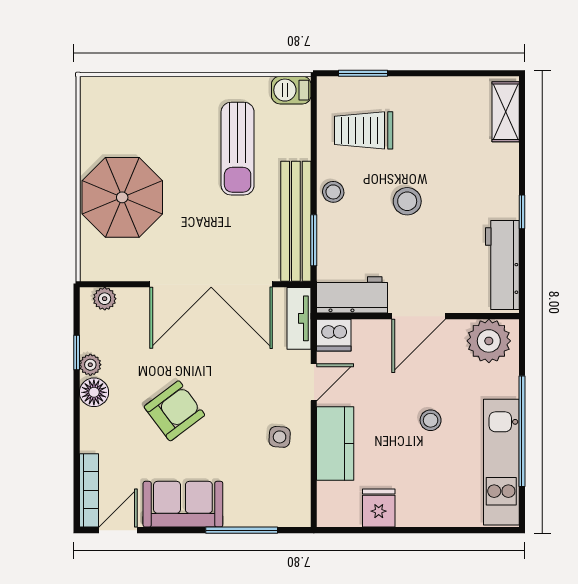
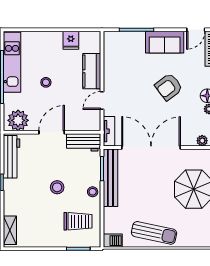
sun lounger: (238, 149) -> (154, 233), moved, turned 102
dishwasher: (334, 335) -> (92, 123), removed
side table: (280, 437) -> (118, 74), removed

